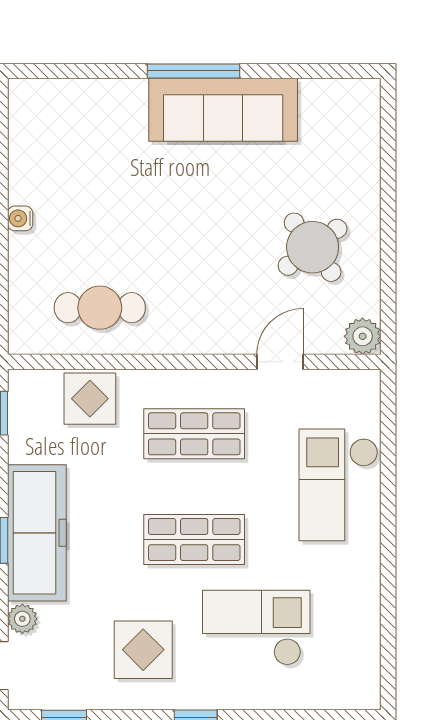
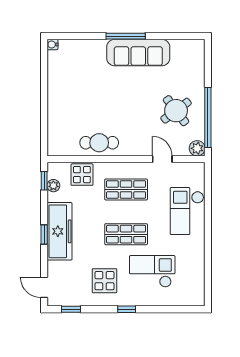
water cooler: (20, 218) -> (52, 45), moved
window: (388, 263) -> (208, 117), added
cafe table: (100, 308) -> (99, 143), moved
door: (280, 362) -> (162, 159), hinge flipped
plant: (22, 619) -> (53, 186), moved

